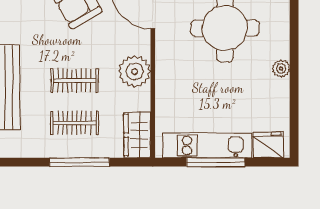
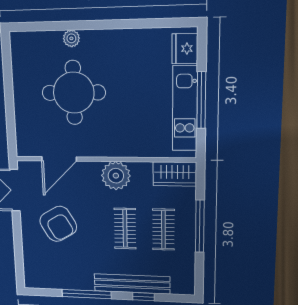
plant: (281, 69) -> (71, 38), moved

